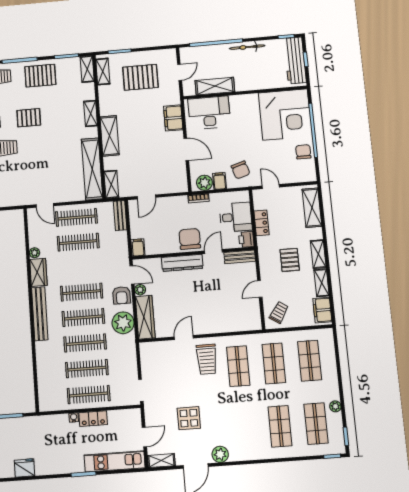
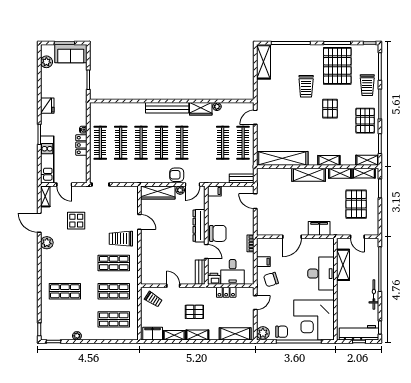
desk: (209, 113) -> (321, 274), moved
plant: (204, 183) -> (263, 333), moved
shelving: (111, 184) -> (340, 173), moved
plant: (123, 323) -> (155, 174), removed
shop shelf: (316, 424) -> (65, 319), removed
fridge: (25, 468) -> (47, 106), moved

